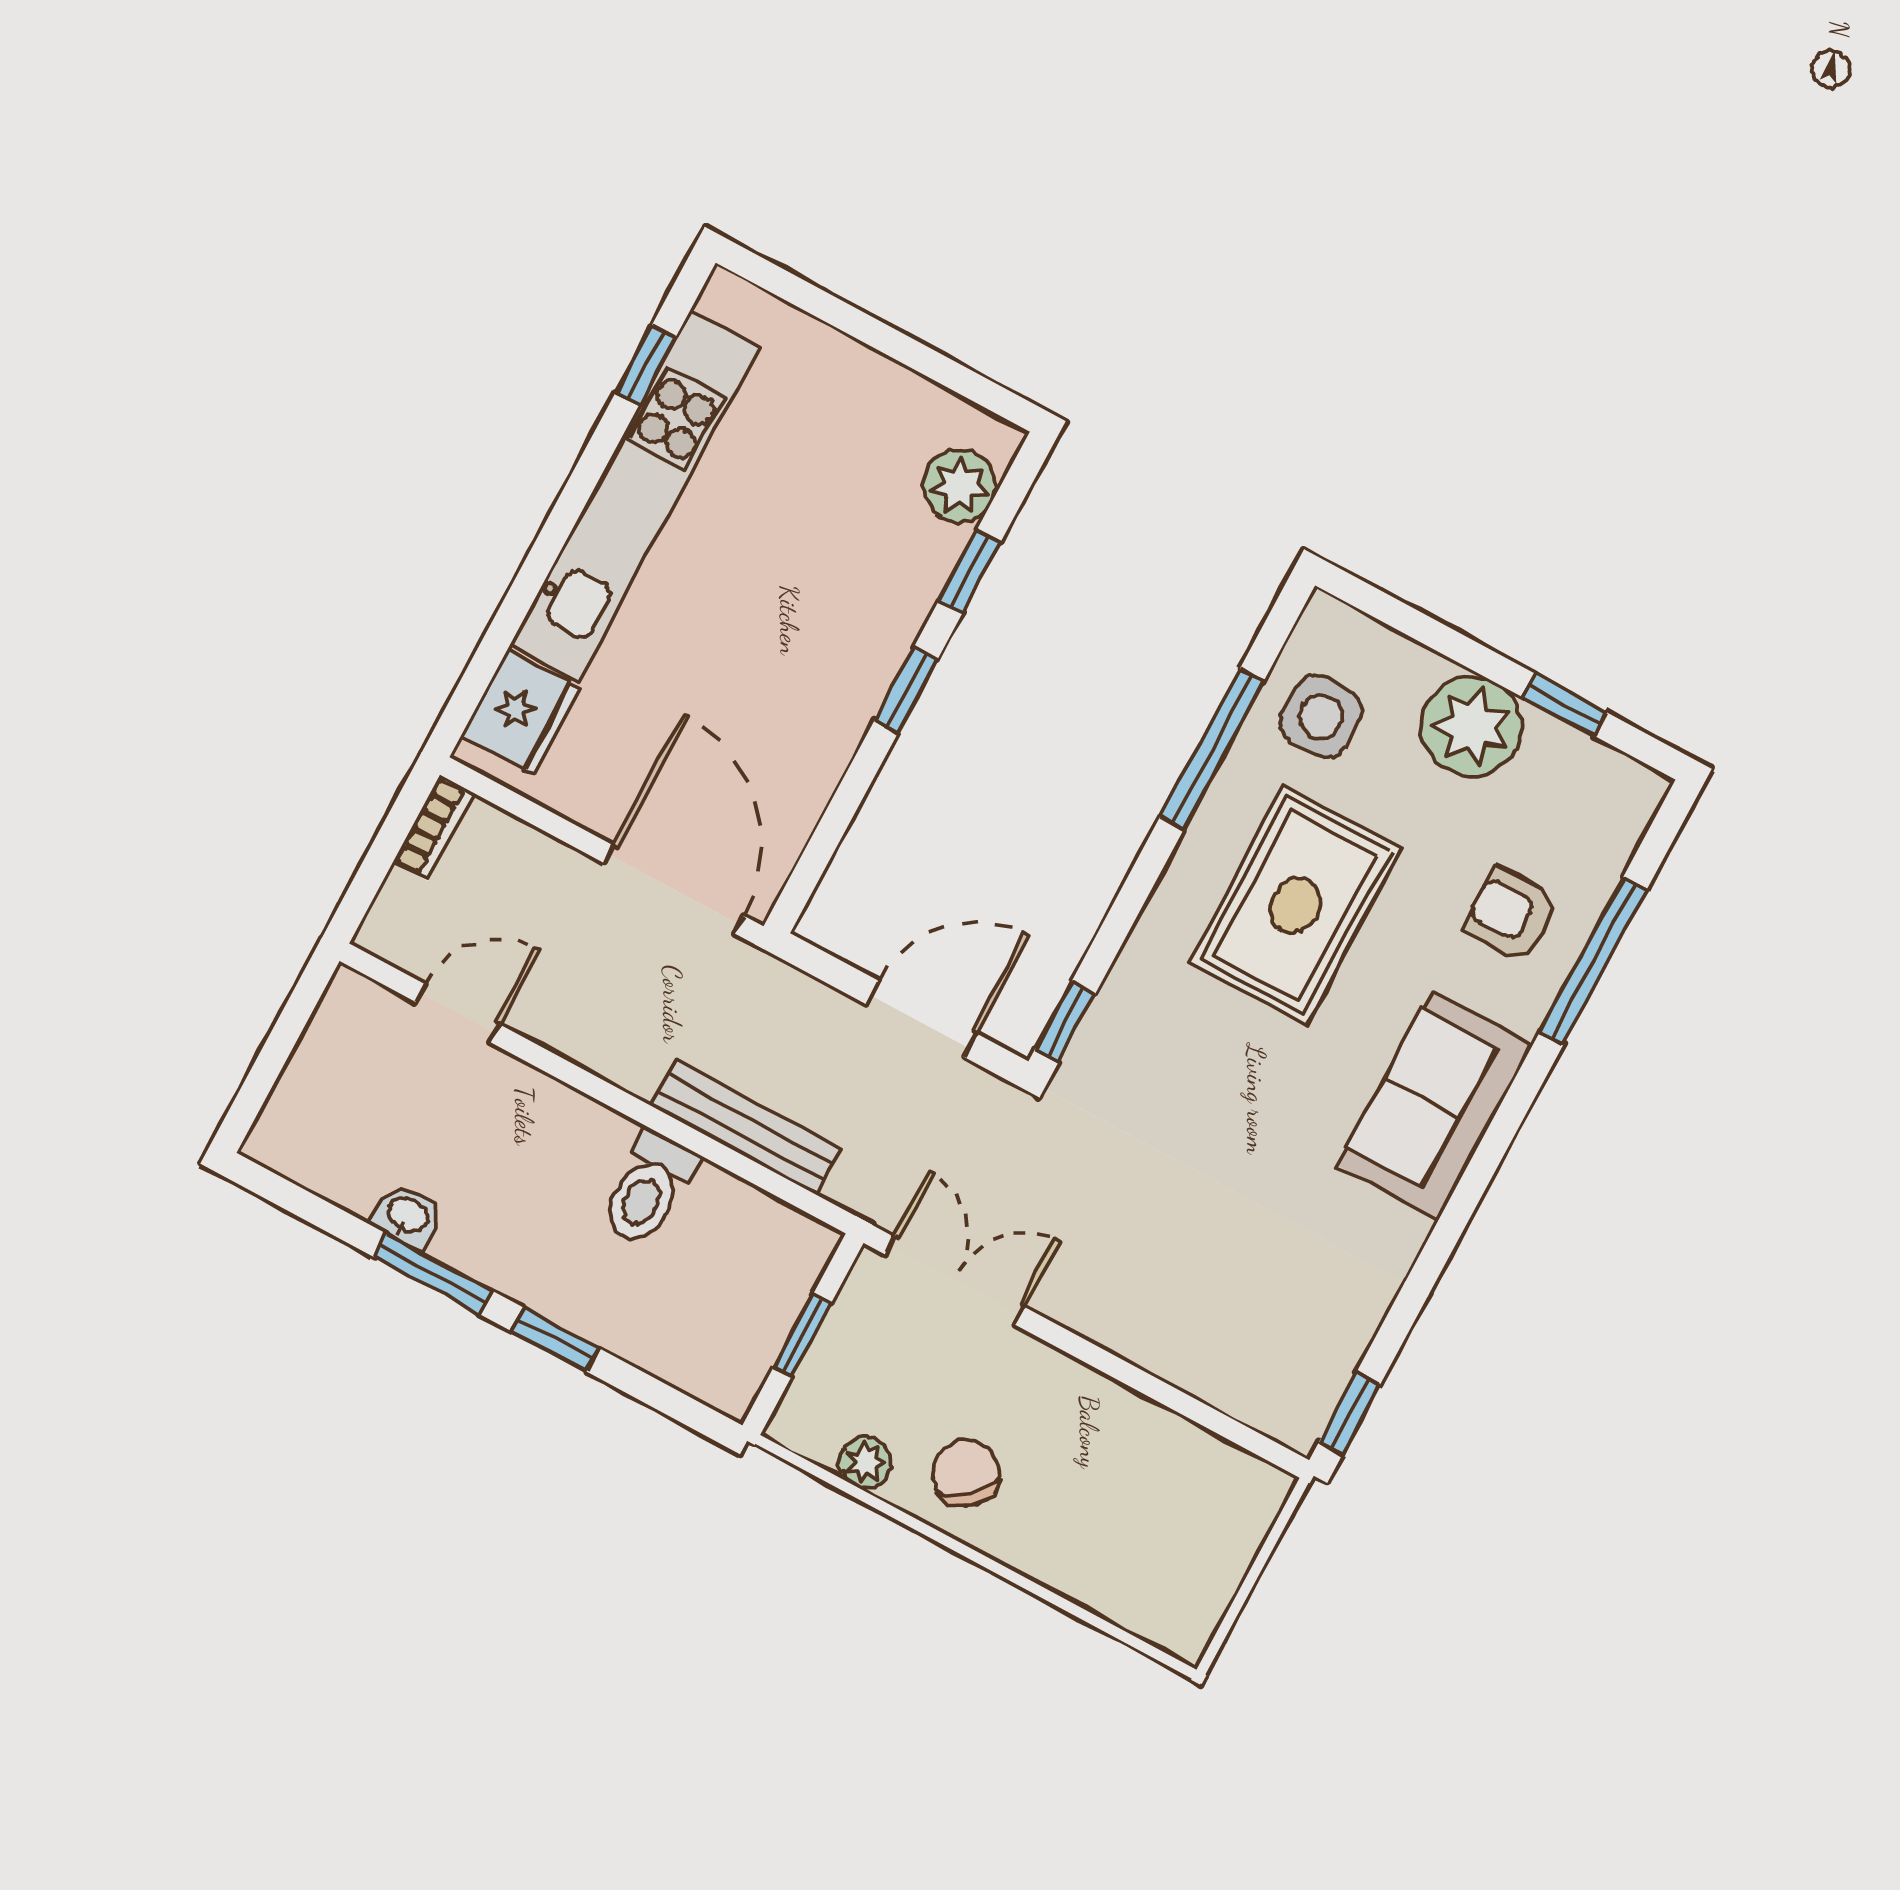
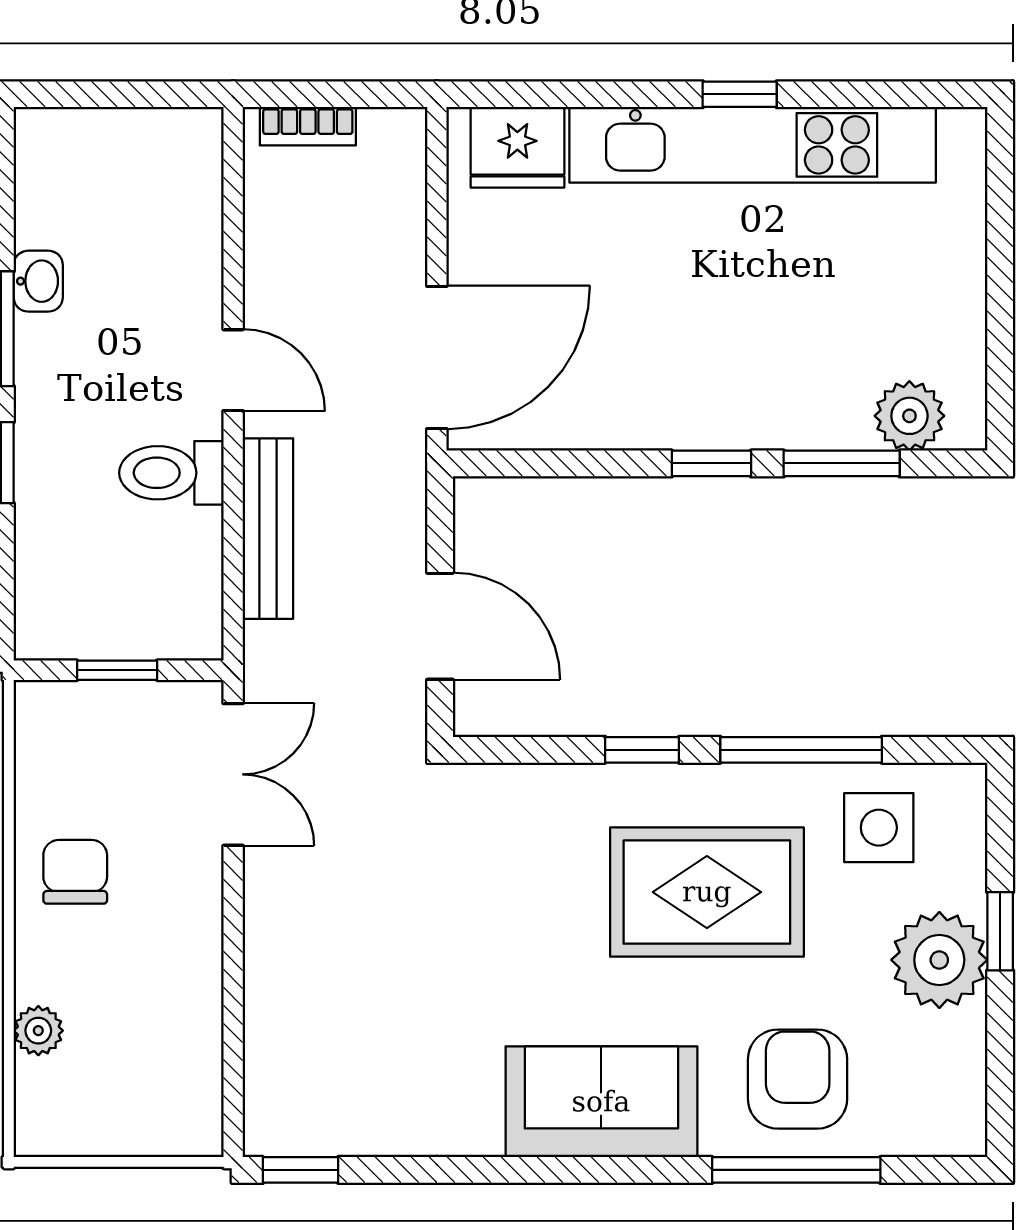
window: (645, 365) -> (740, 94), moved
window: (970, 571) -> (842, 463), width x1.50
window: (1565, 705) -> (1000, 931), moved
bookcase: (434, 828) -> (308, 126), moved
armchair: (1511, 915) -> (798, 1079), width x1.38, depth x1.38
door: (458, 1013) -> (233, 370), moved
window: (1065, 1022) -> (642, 750), moved
plant: (865, 1462) -> (38, 1031), moved
chair: (966, 1473) -> (75, 872), turned -50

